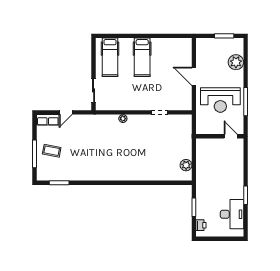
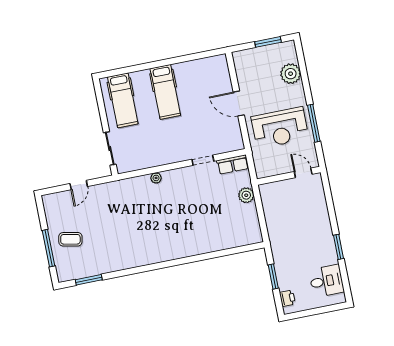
row of seats: (48, 120) -> (233, 164), moved
plant: (186, 165) -> (246, 195), moved
desk: (232, 214) -> (327, 281), width x0.73

